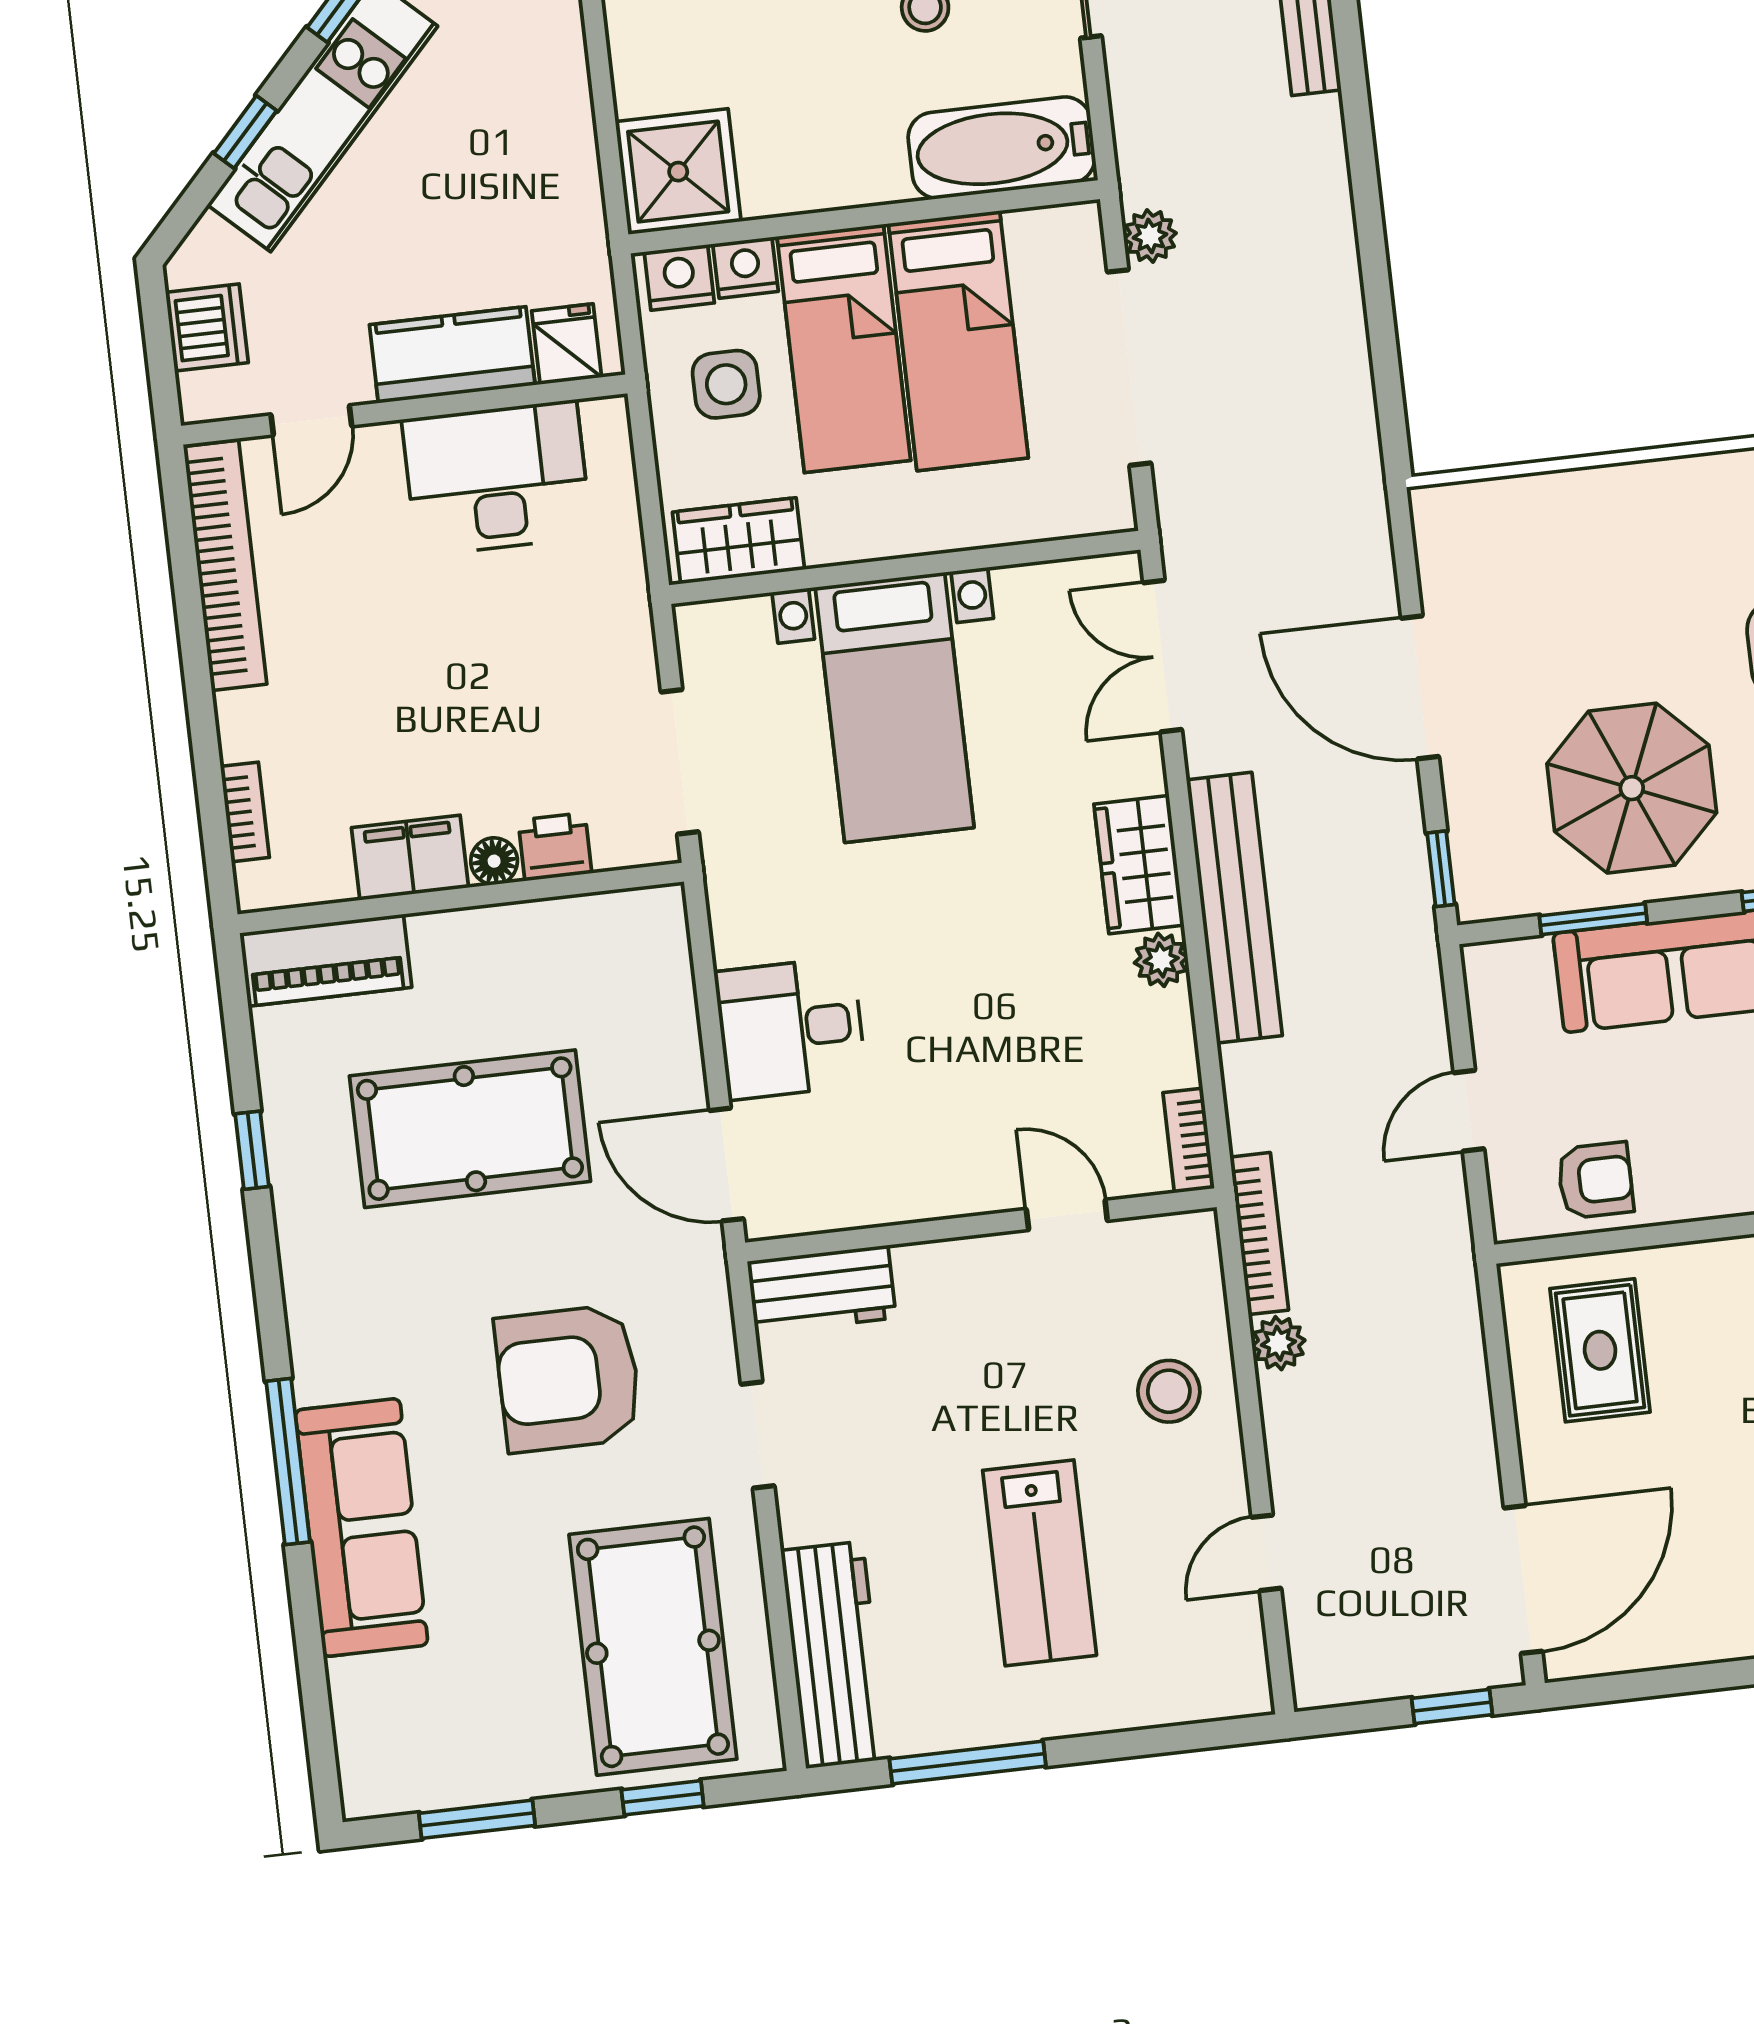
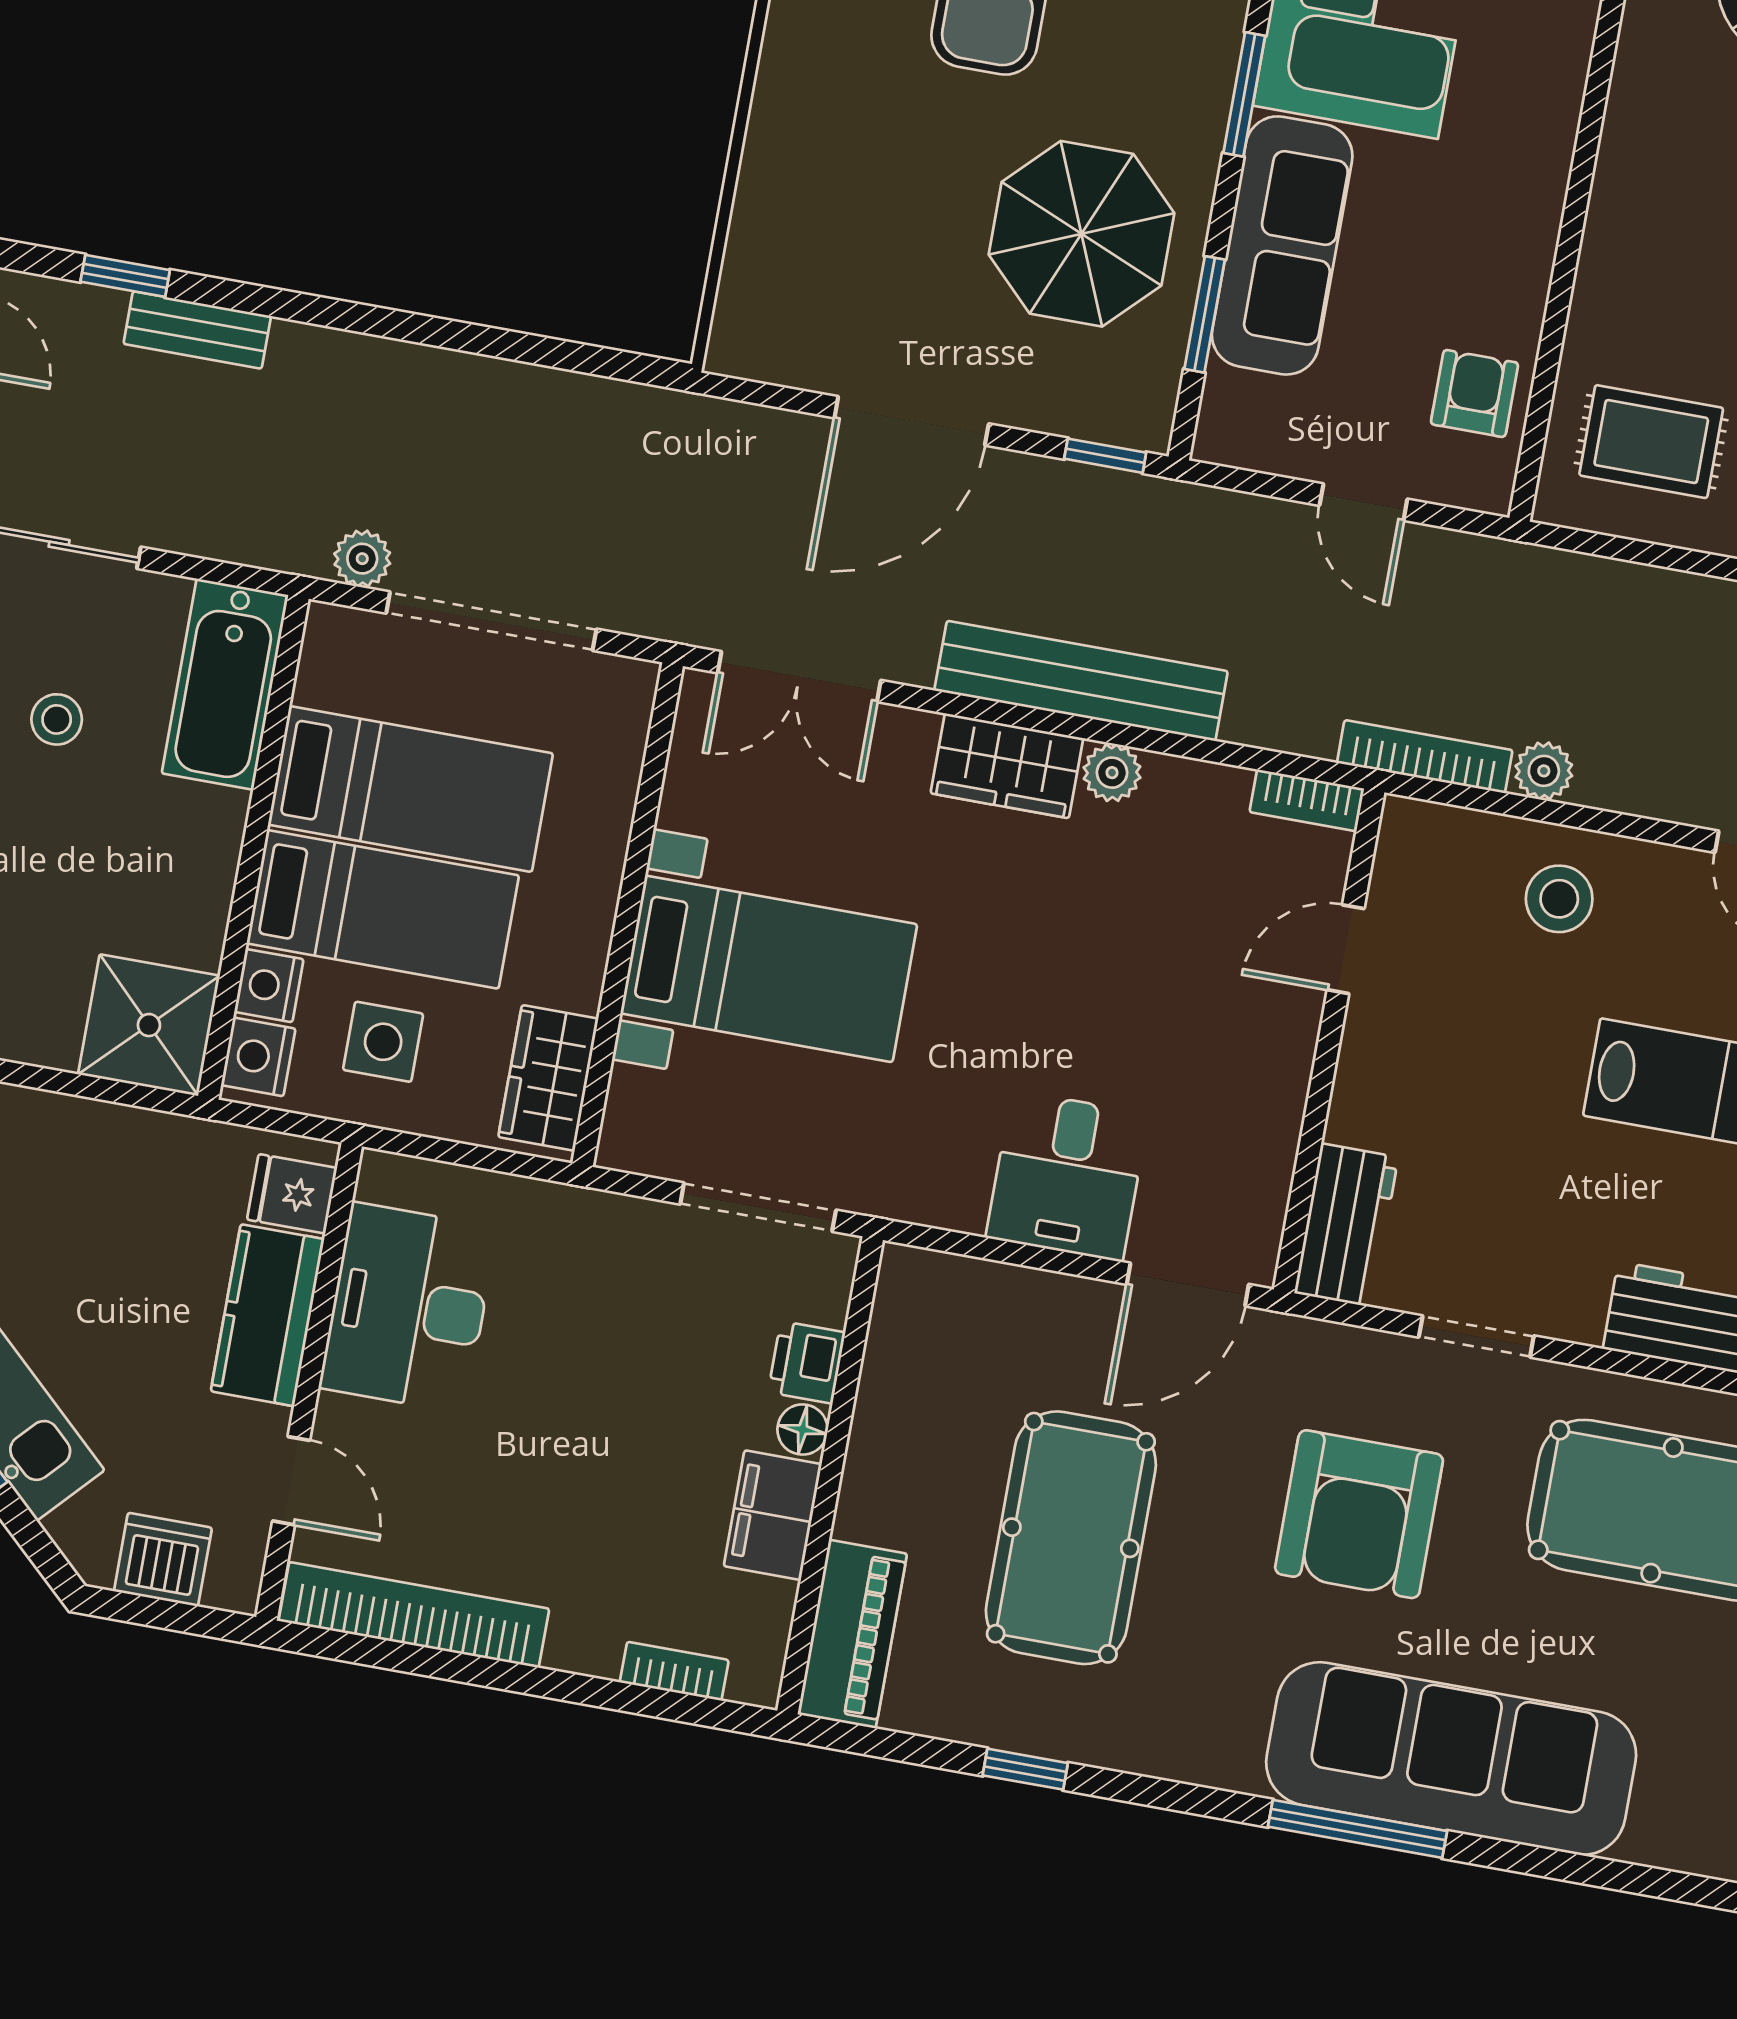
sofa: (362, 1528) -> (1451, 1759), width x1.36, depth x1.27

